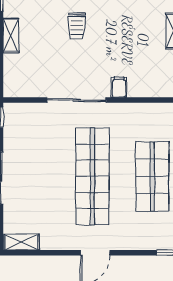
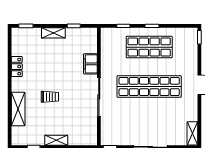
filing cabinet: (119, 87) -> (90, 64), width x2.00

